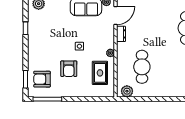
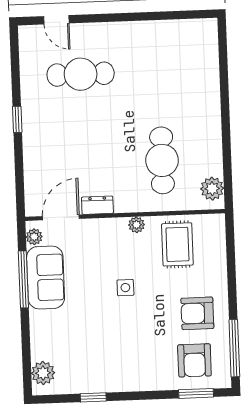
door: (116, 16) -> (61, 217), hinge flipped
cafe table: (142, 67) -> (162, 160), turned 90
armchair: (69, 69) -> (197, 313), moved, turned 180
rug: (100, 73) -> (177, 244), turned 90

